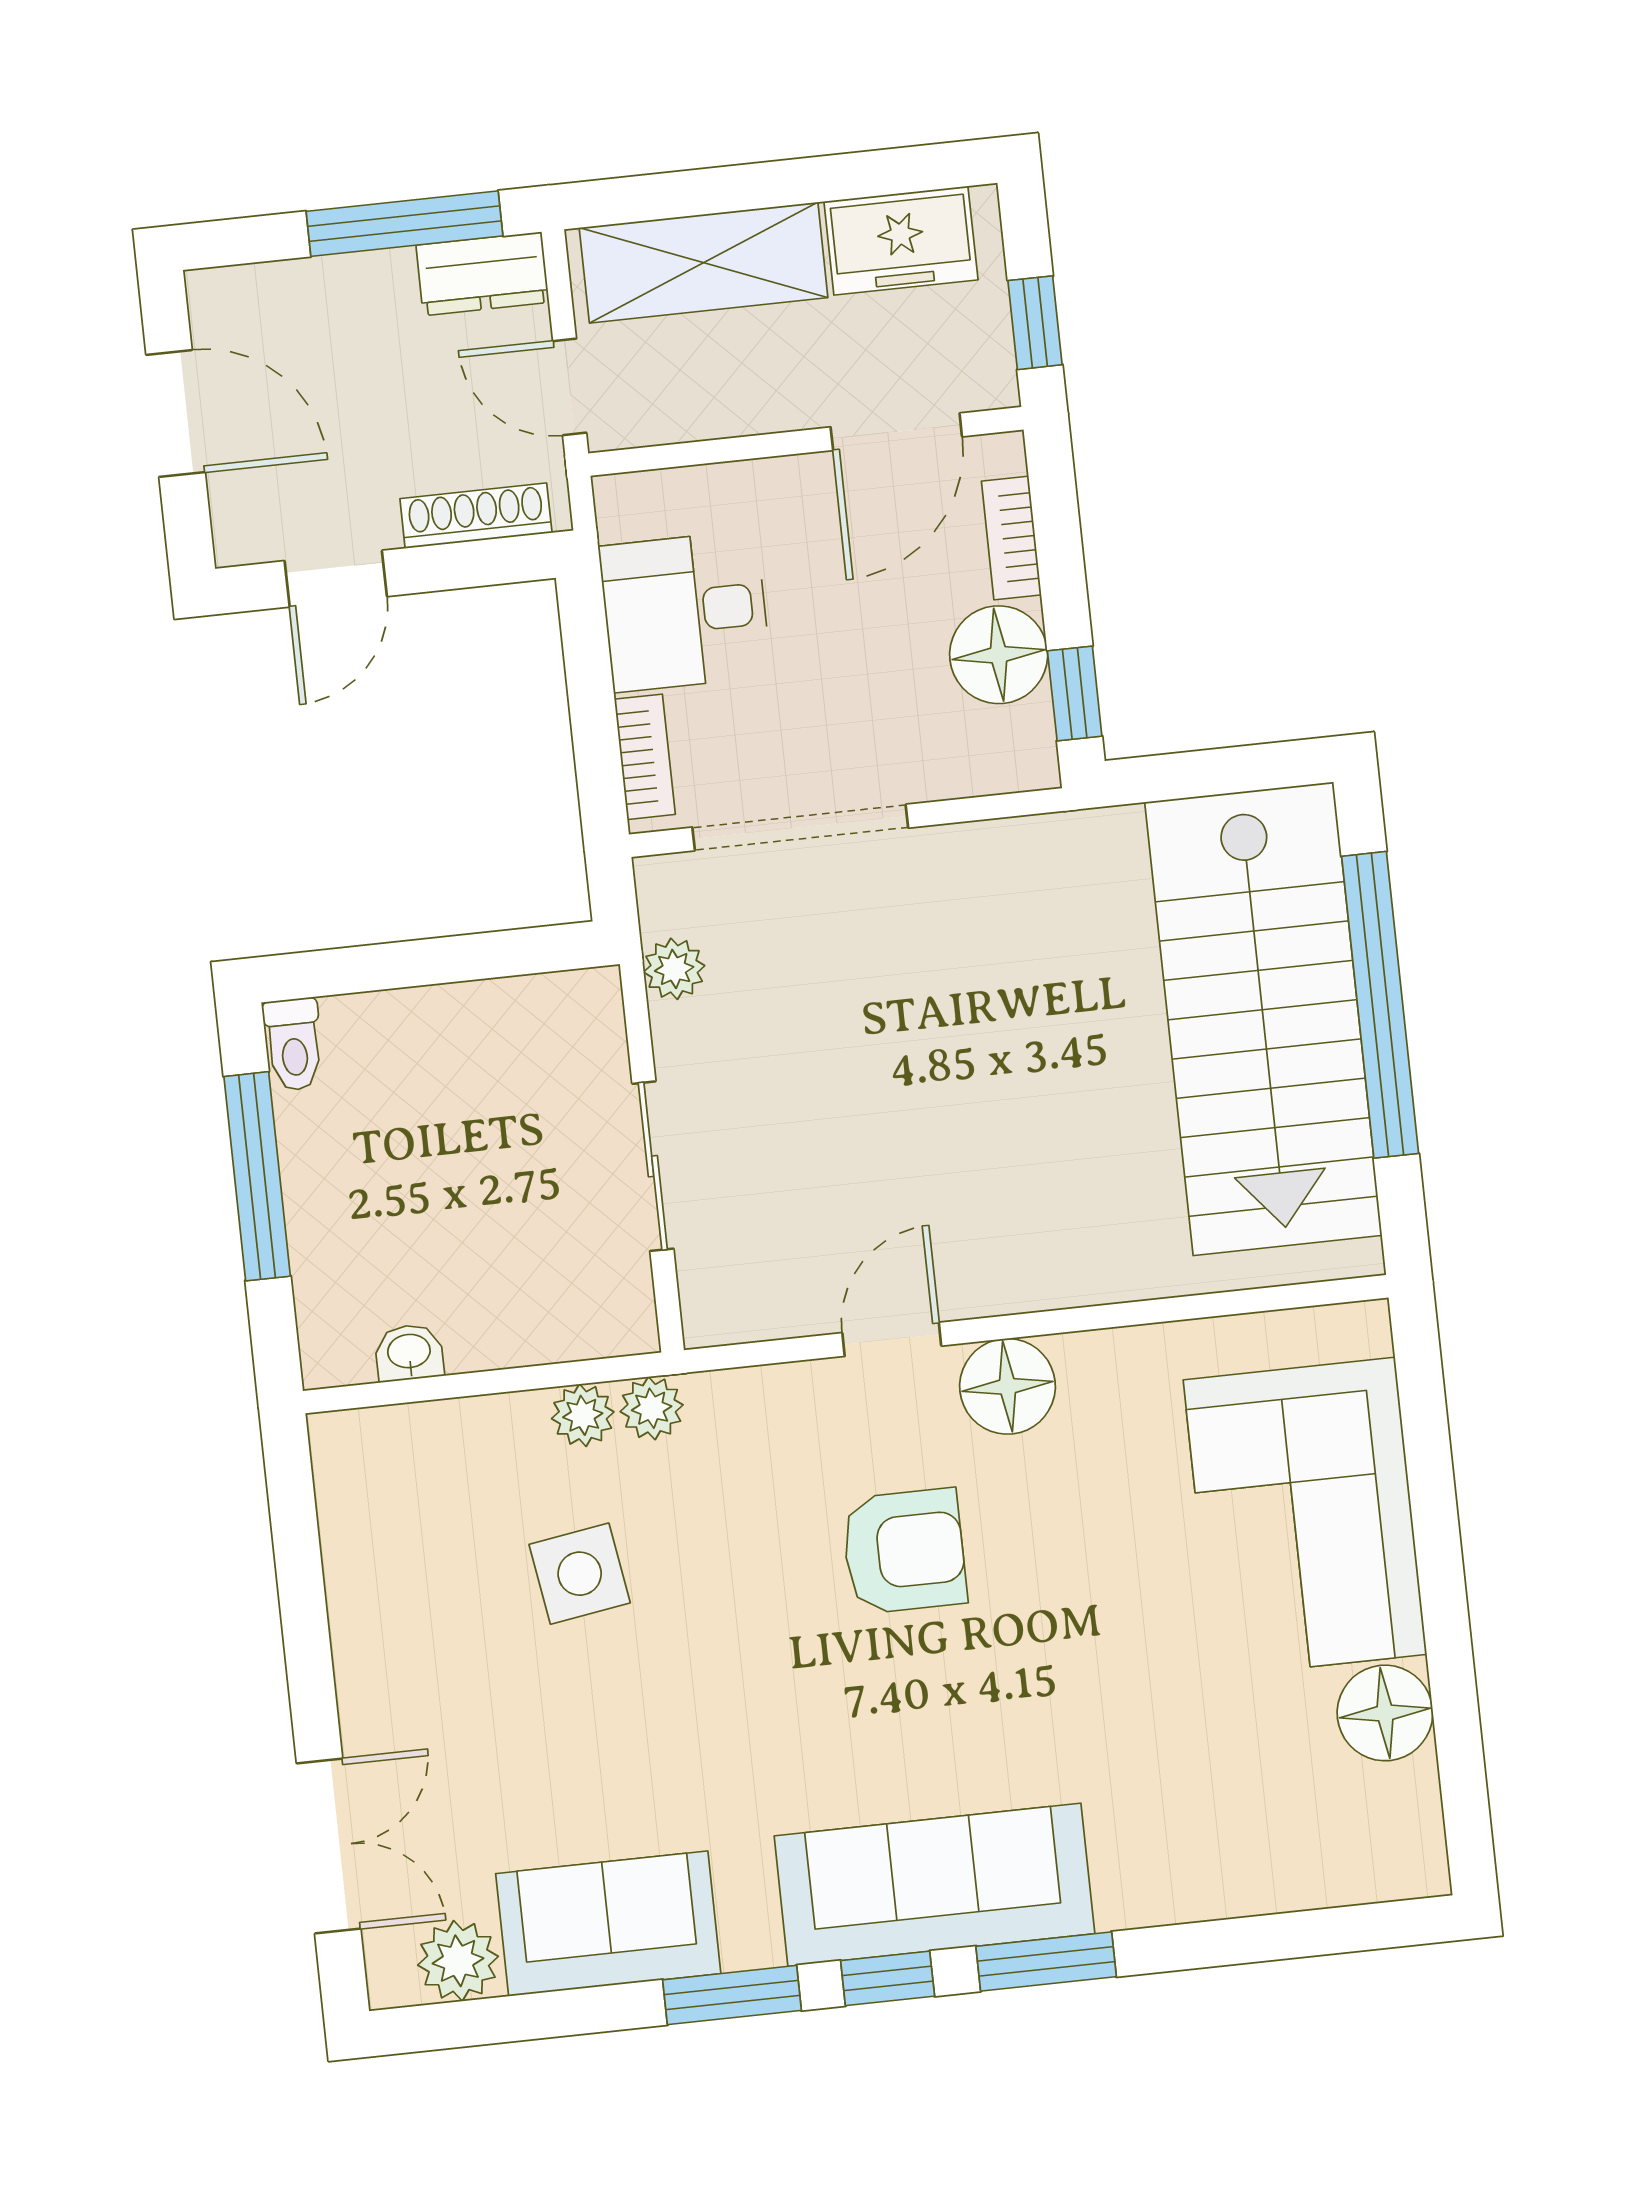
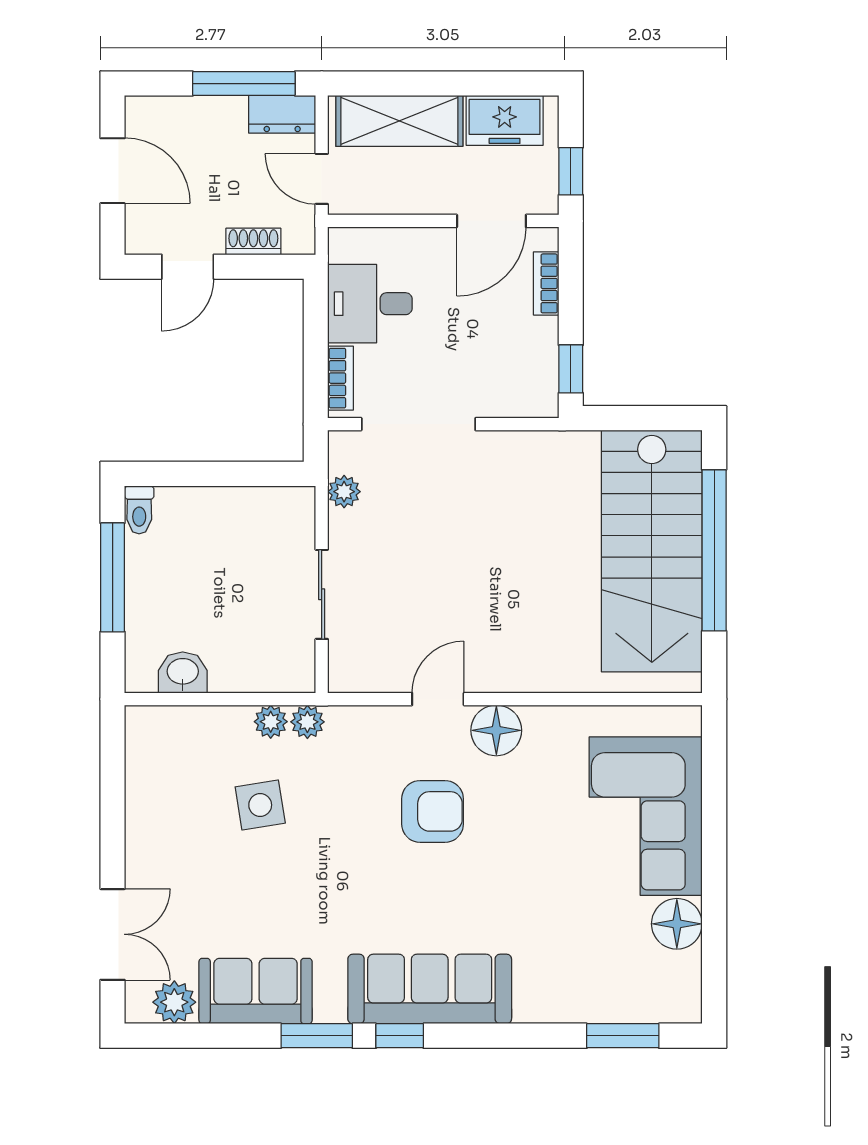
shoe rack: (476, 516) -> (253, 242), width x0.70
floor lamp: (999, 655) -> (533, 344), removed
washbasin: (409, 1353) -> (183, 673), width x1.38, depth x1.45
window: (1046, 1961) -> (623, 1036), moved

